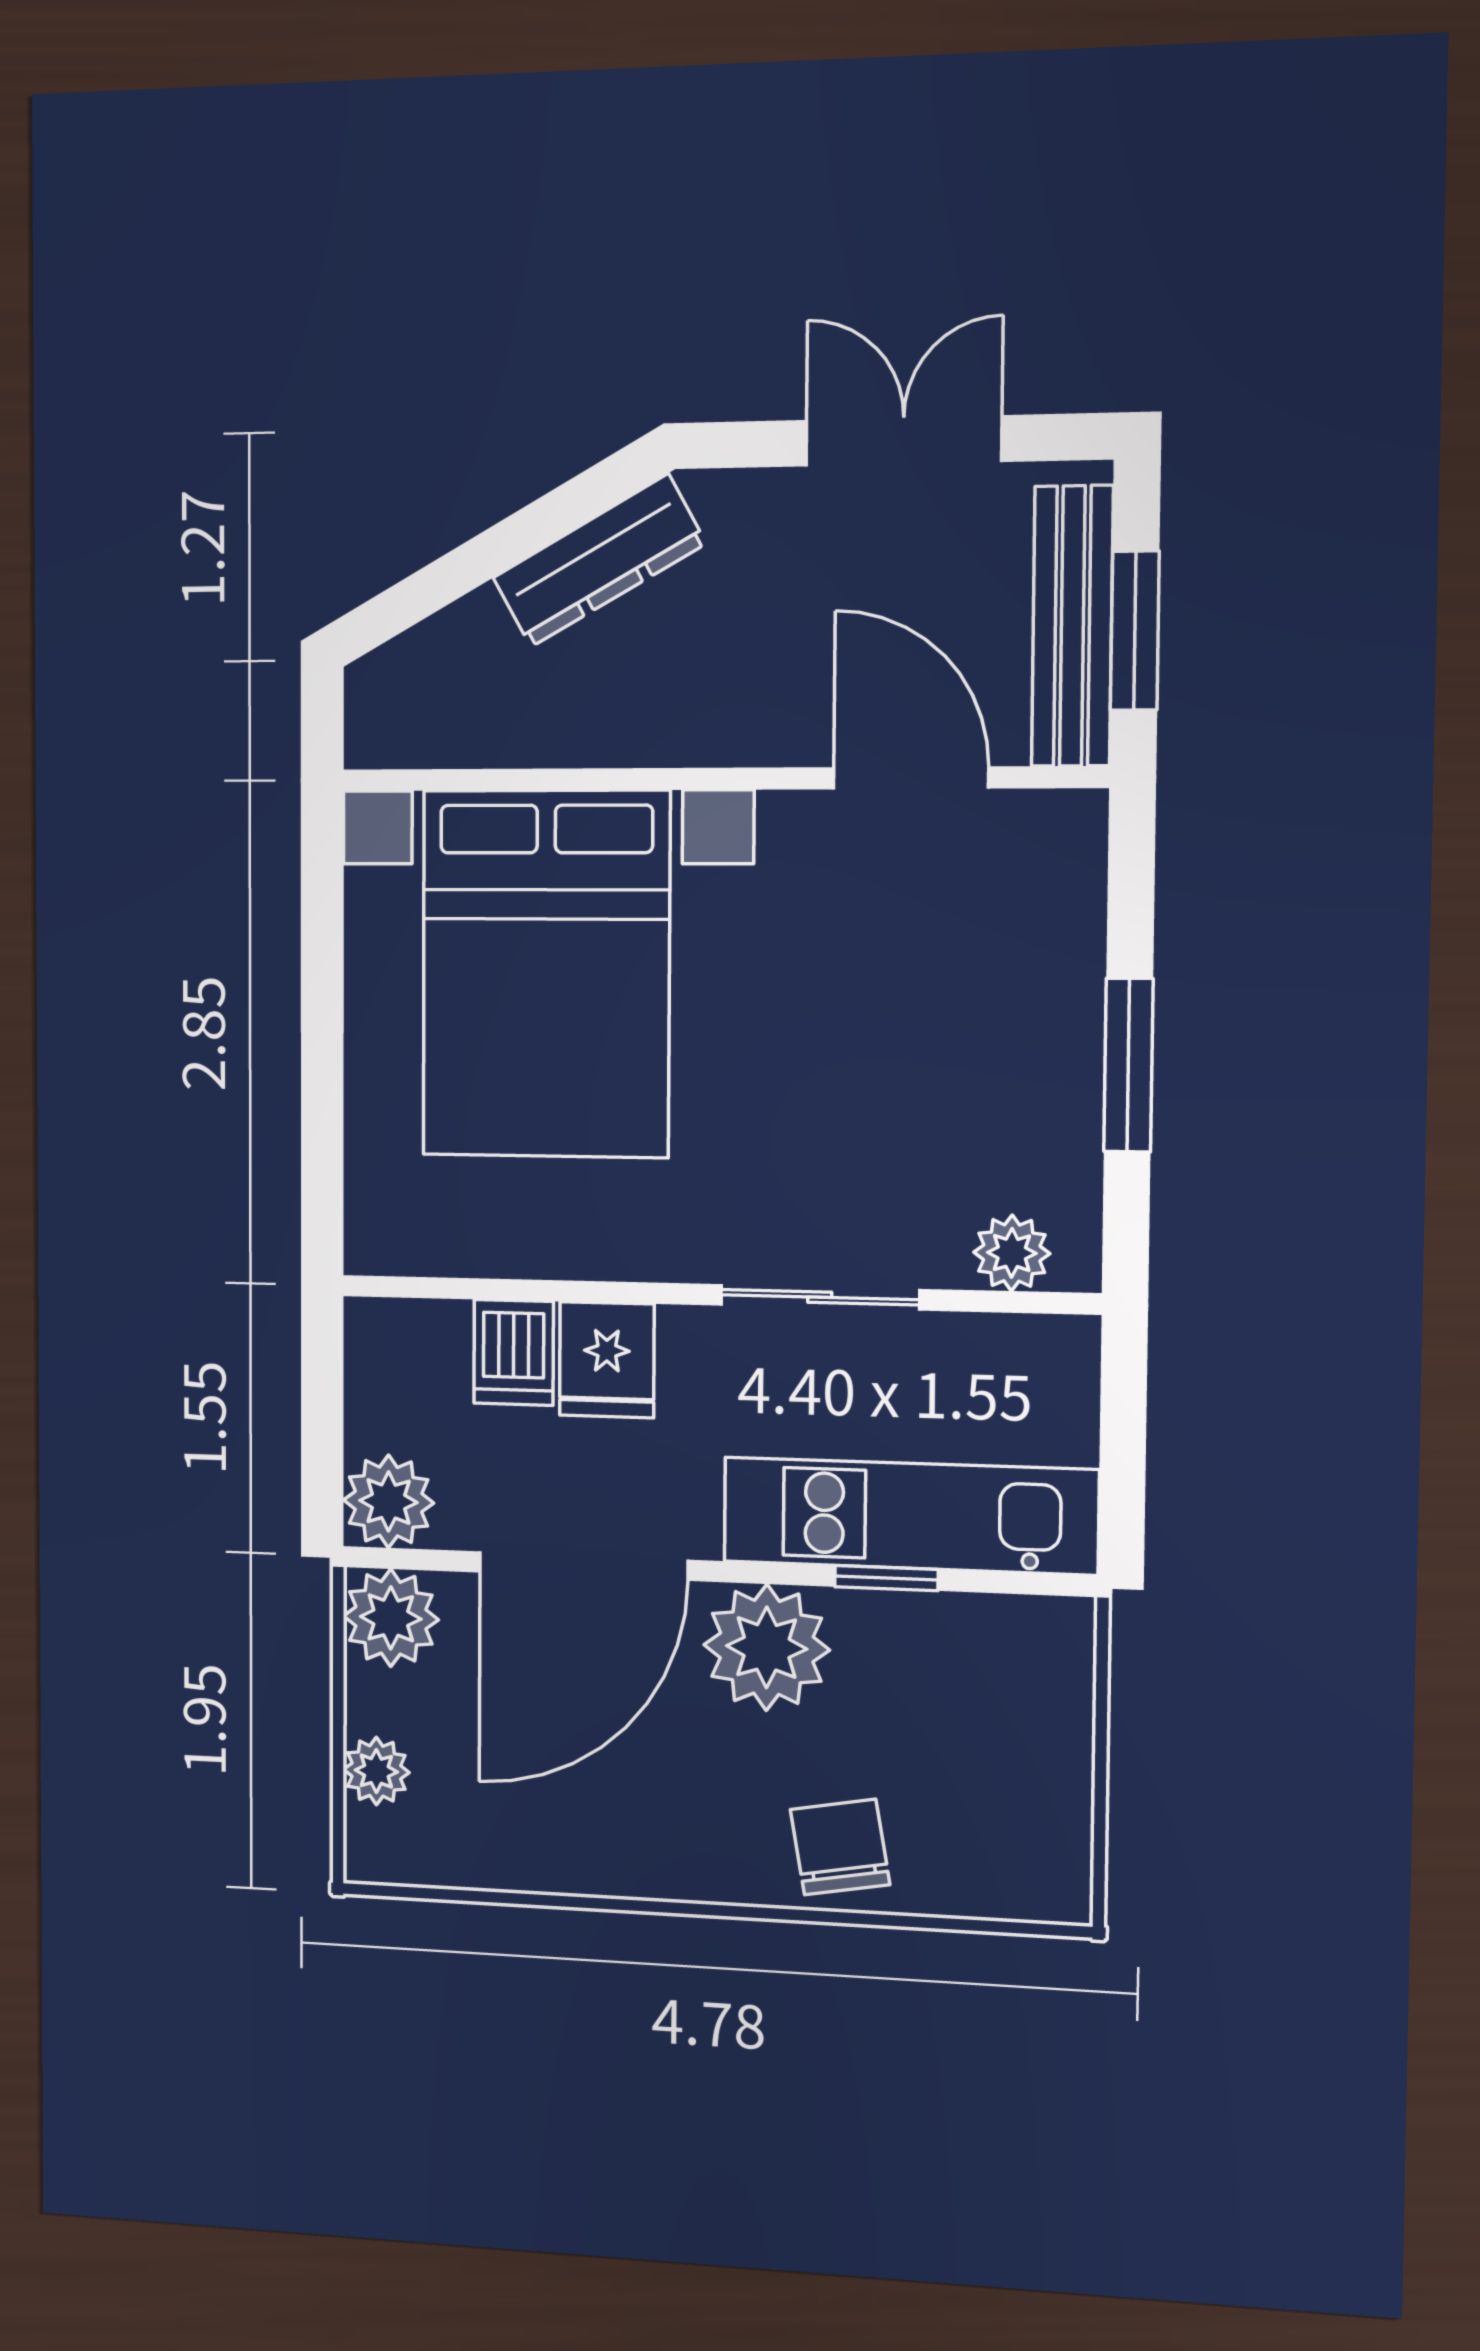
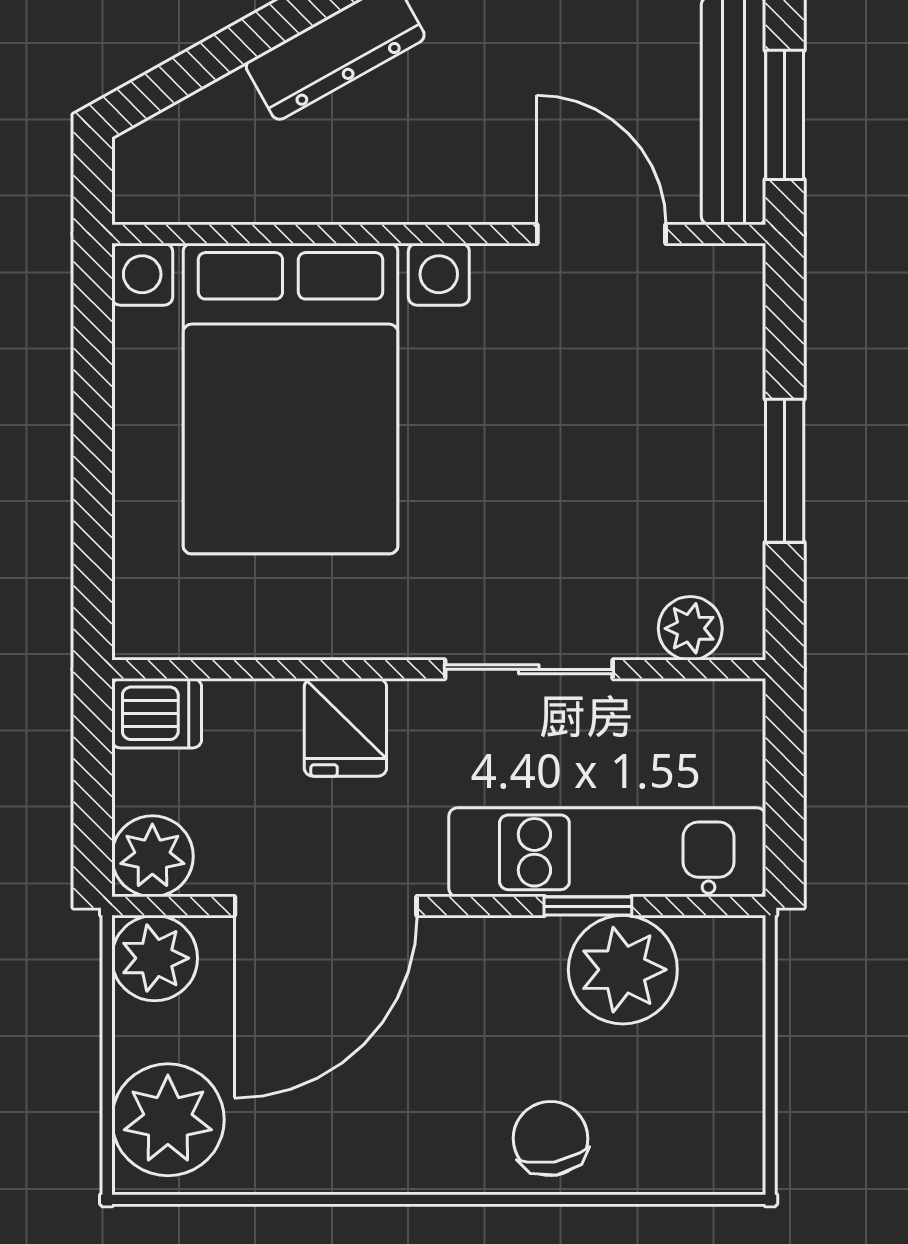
dishwasher: (514, 1352) -> (157, 713), moved, turned -90
plant: (767, 1647) -> (623, 970), moved
plant: (376, 1771) -> (168, 1120), width x1.87, depth x1.87

